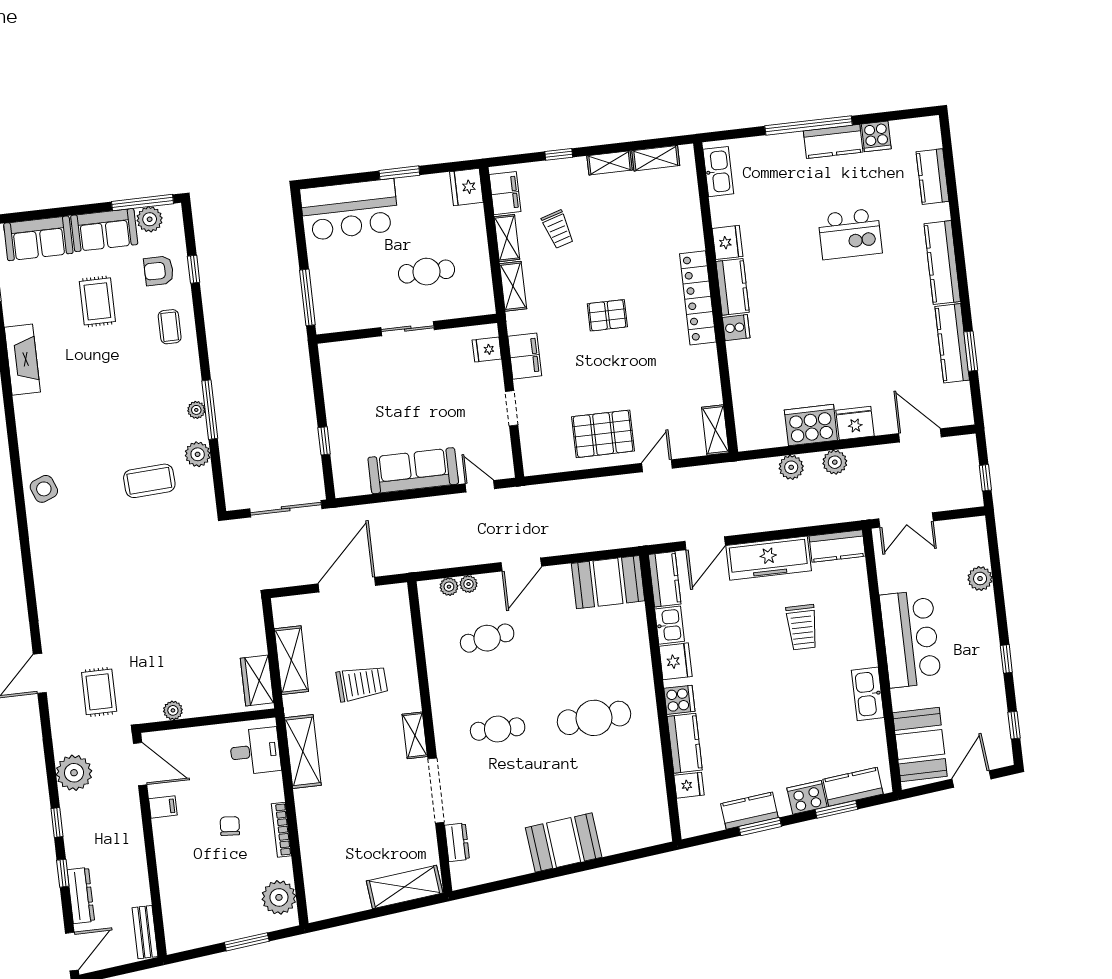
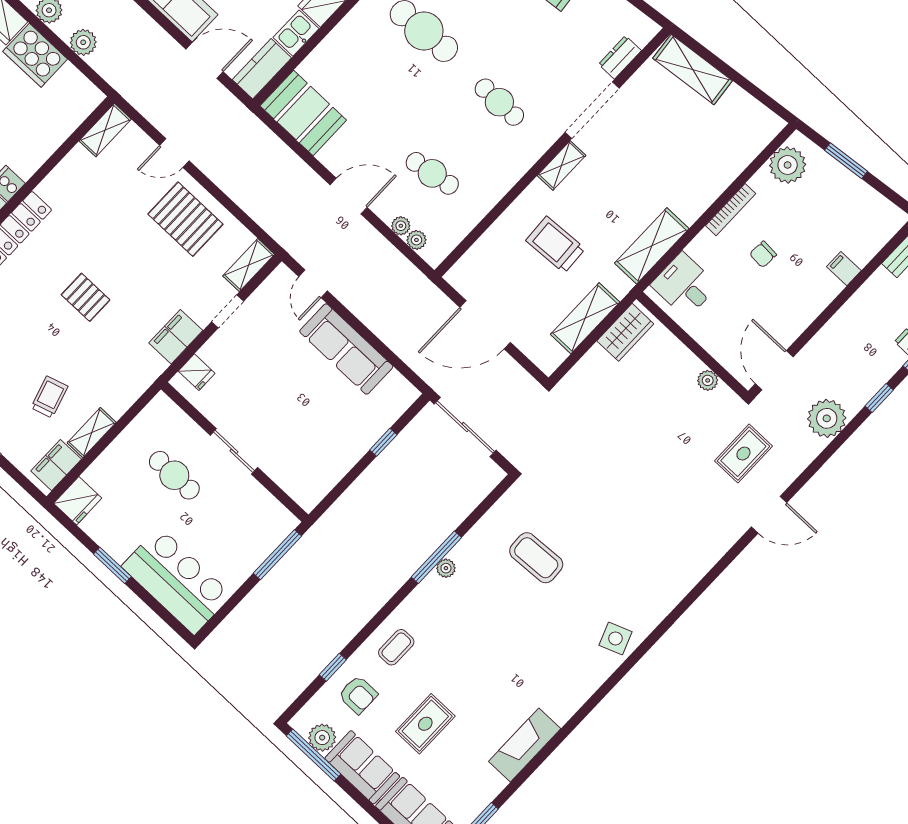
shelving: (513, 286) -> (249, 265), moved
plant: (198, 454) -> (481, 537), removed
filing cabinet: (163, 807) -> (844, 269), moved

